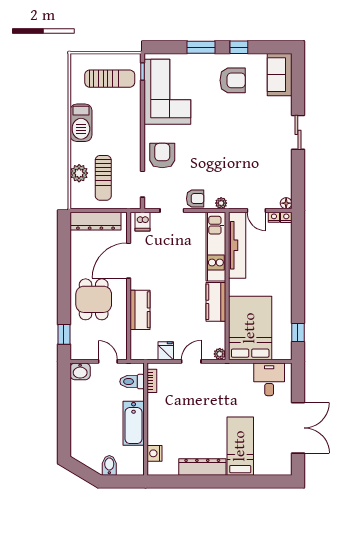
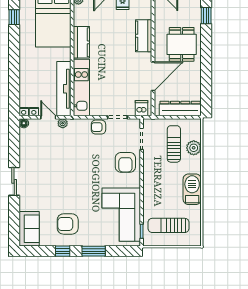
plant: (221, 203) -> (63, 123), moved

